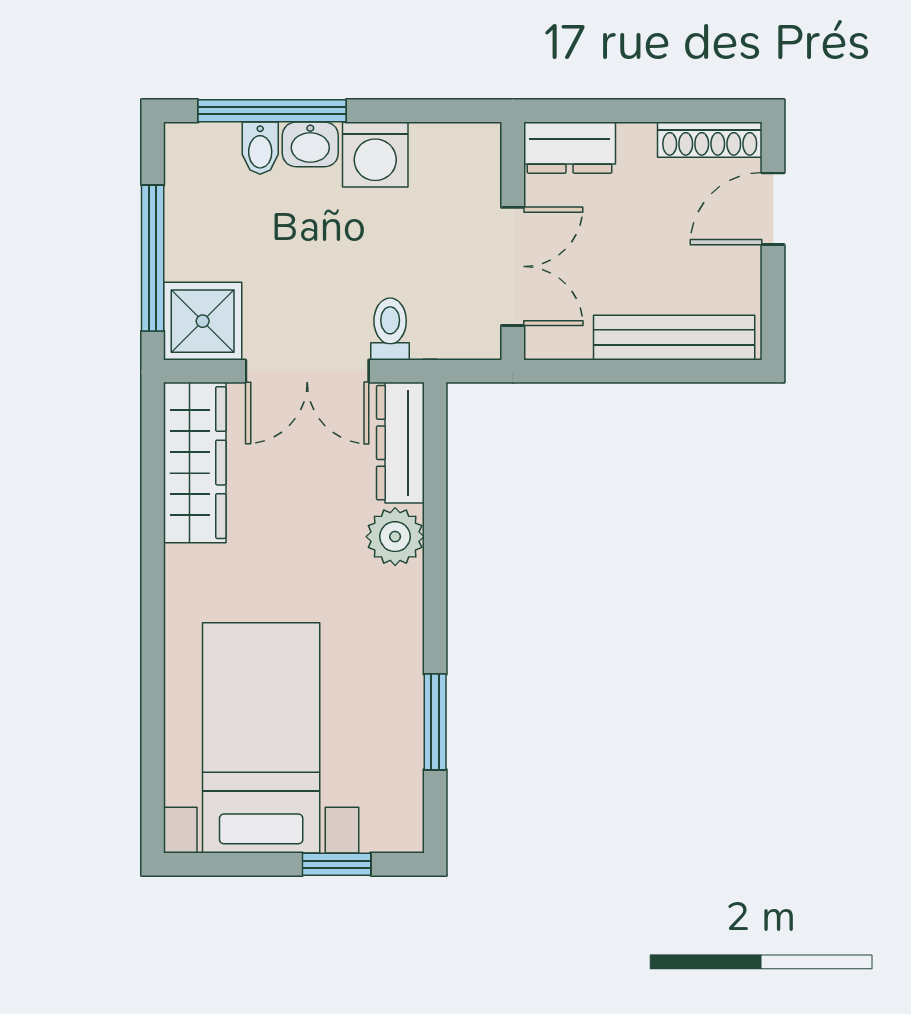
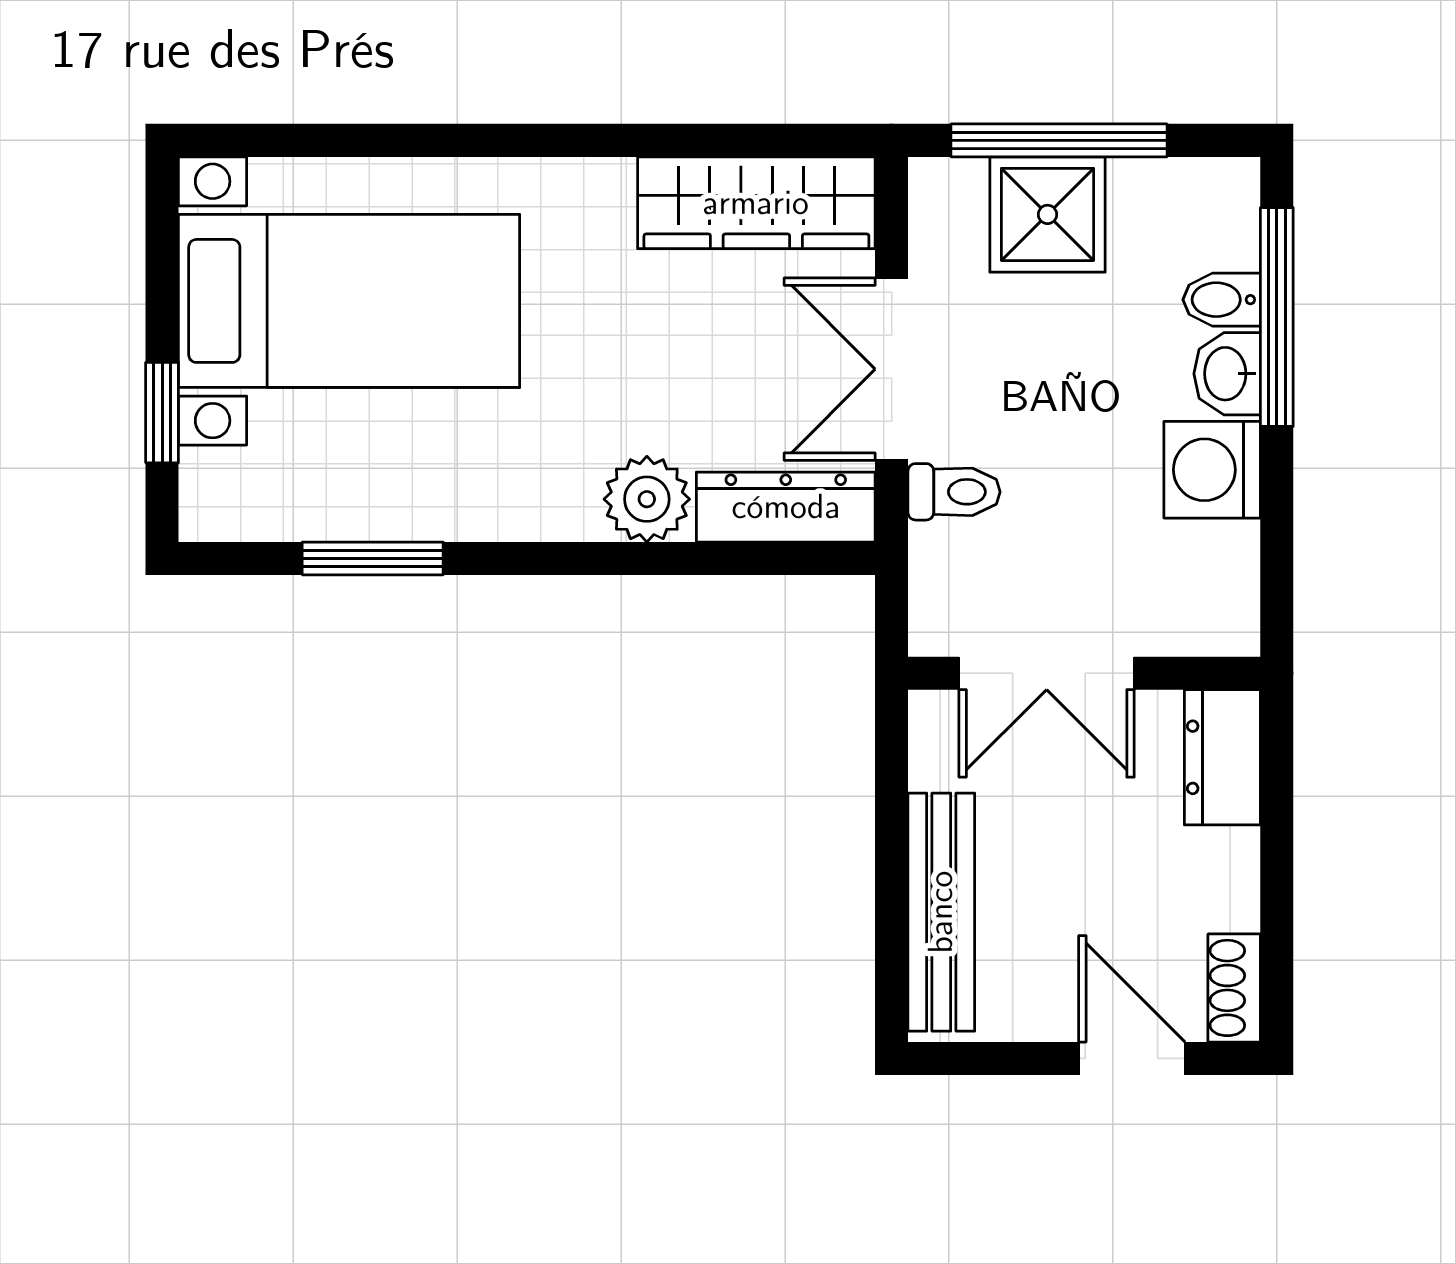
shoe rack: (710, 140) -> (1234, 988), width x0.70
shower: (203, 321) -> (1048, 214), moved

